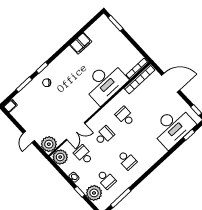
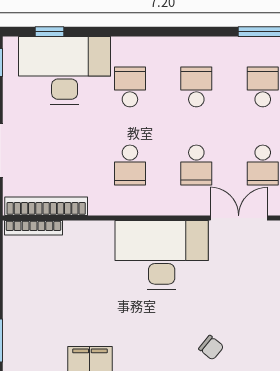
desk: (105, 83) -> (162, 255), moved
school desk: (104, 136) -> (196, 165), turned -90
school desk: (148, 141) -> (130, 87), added

